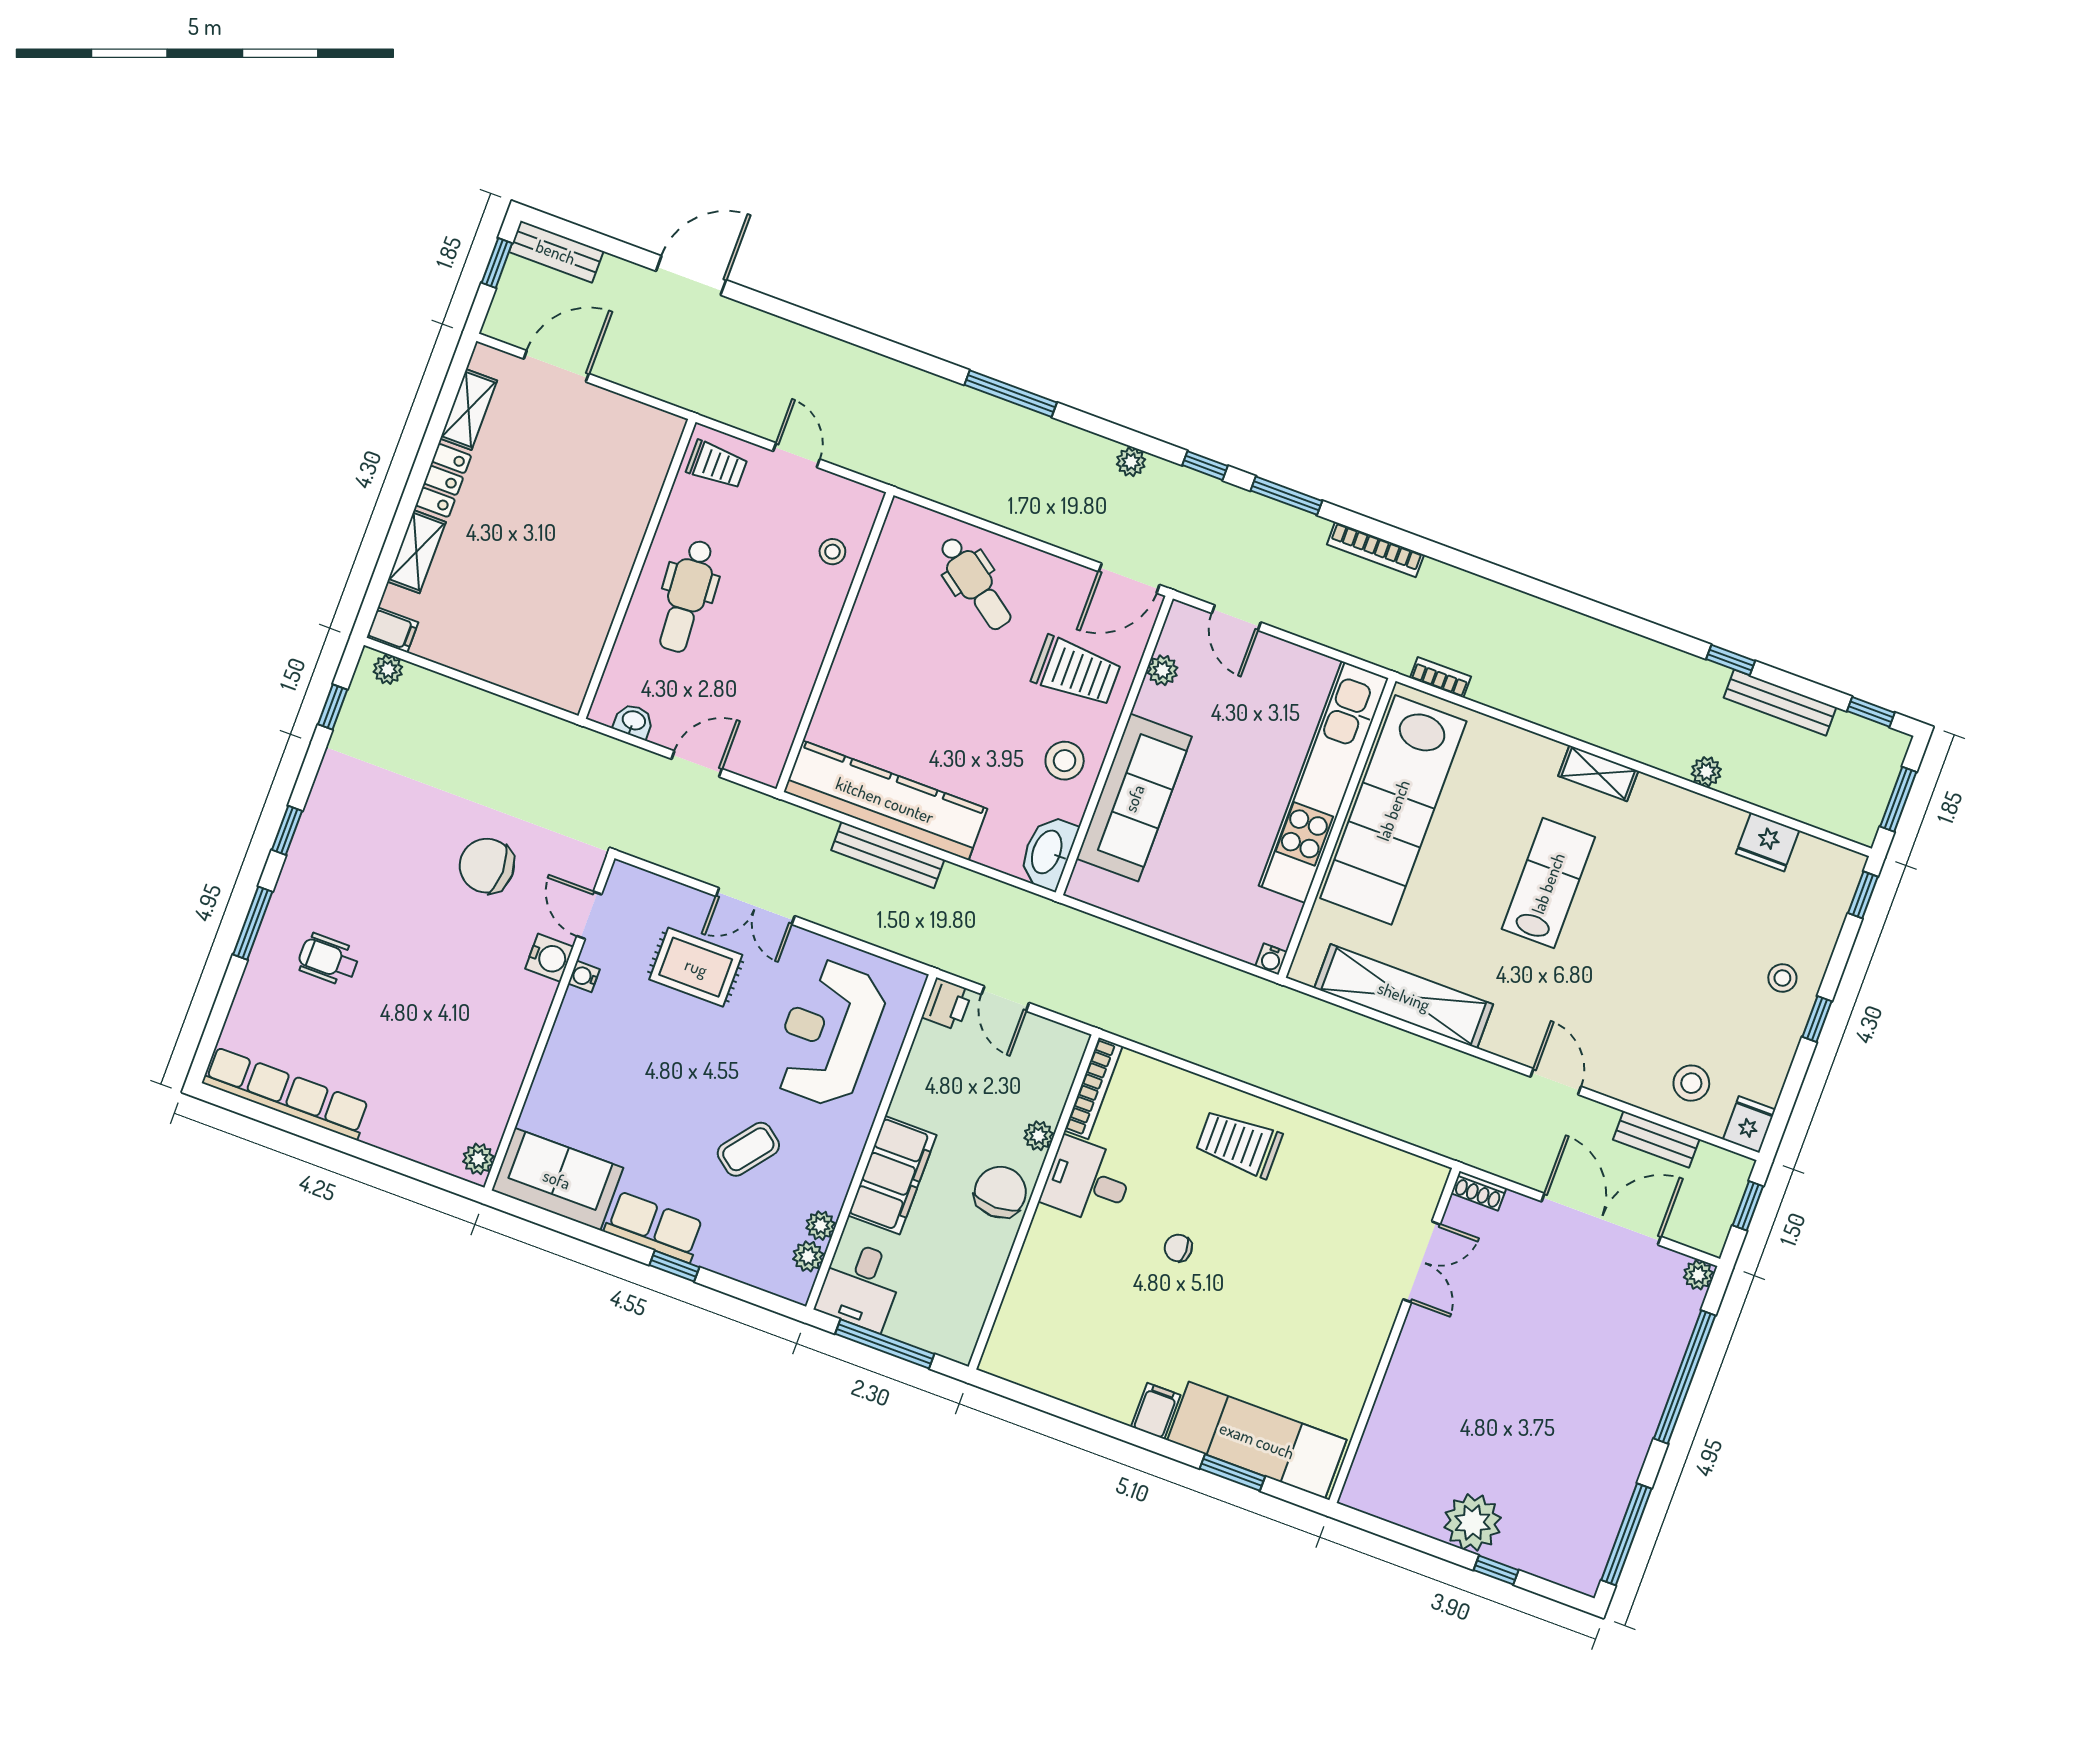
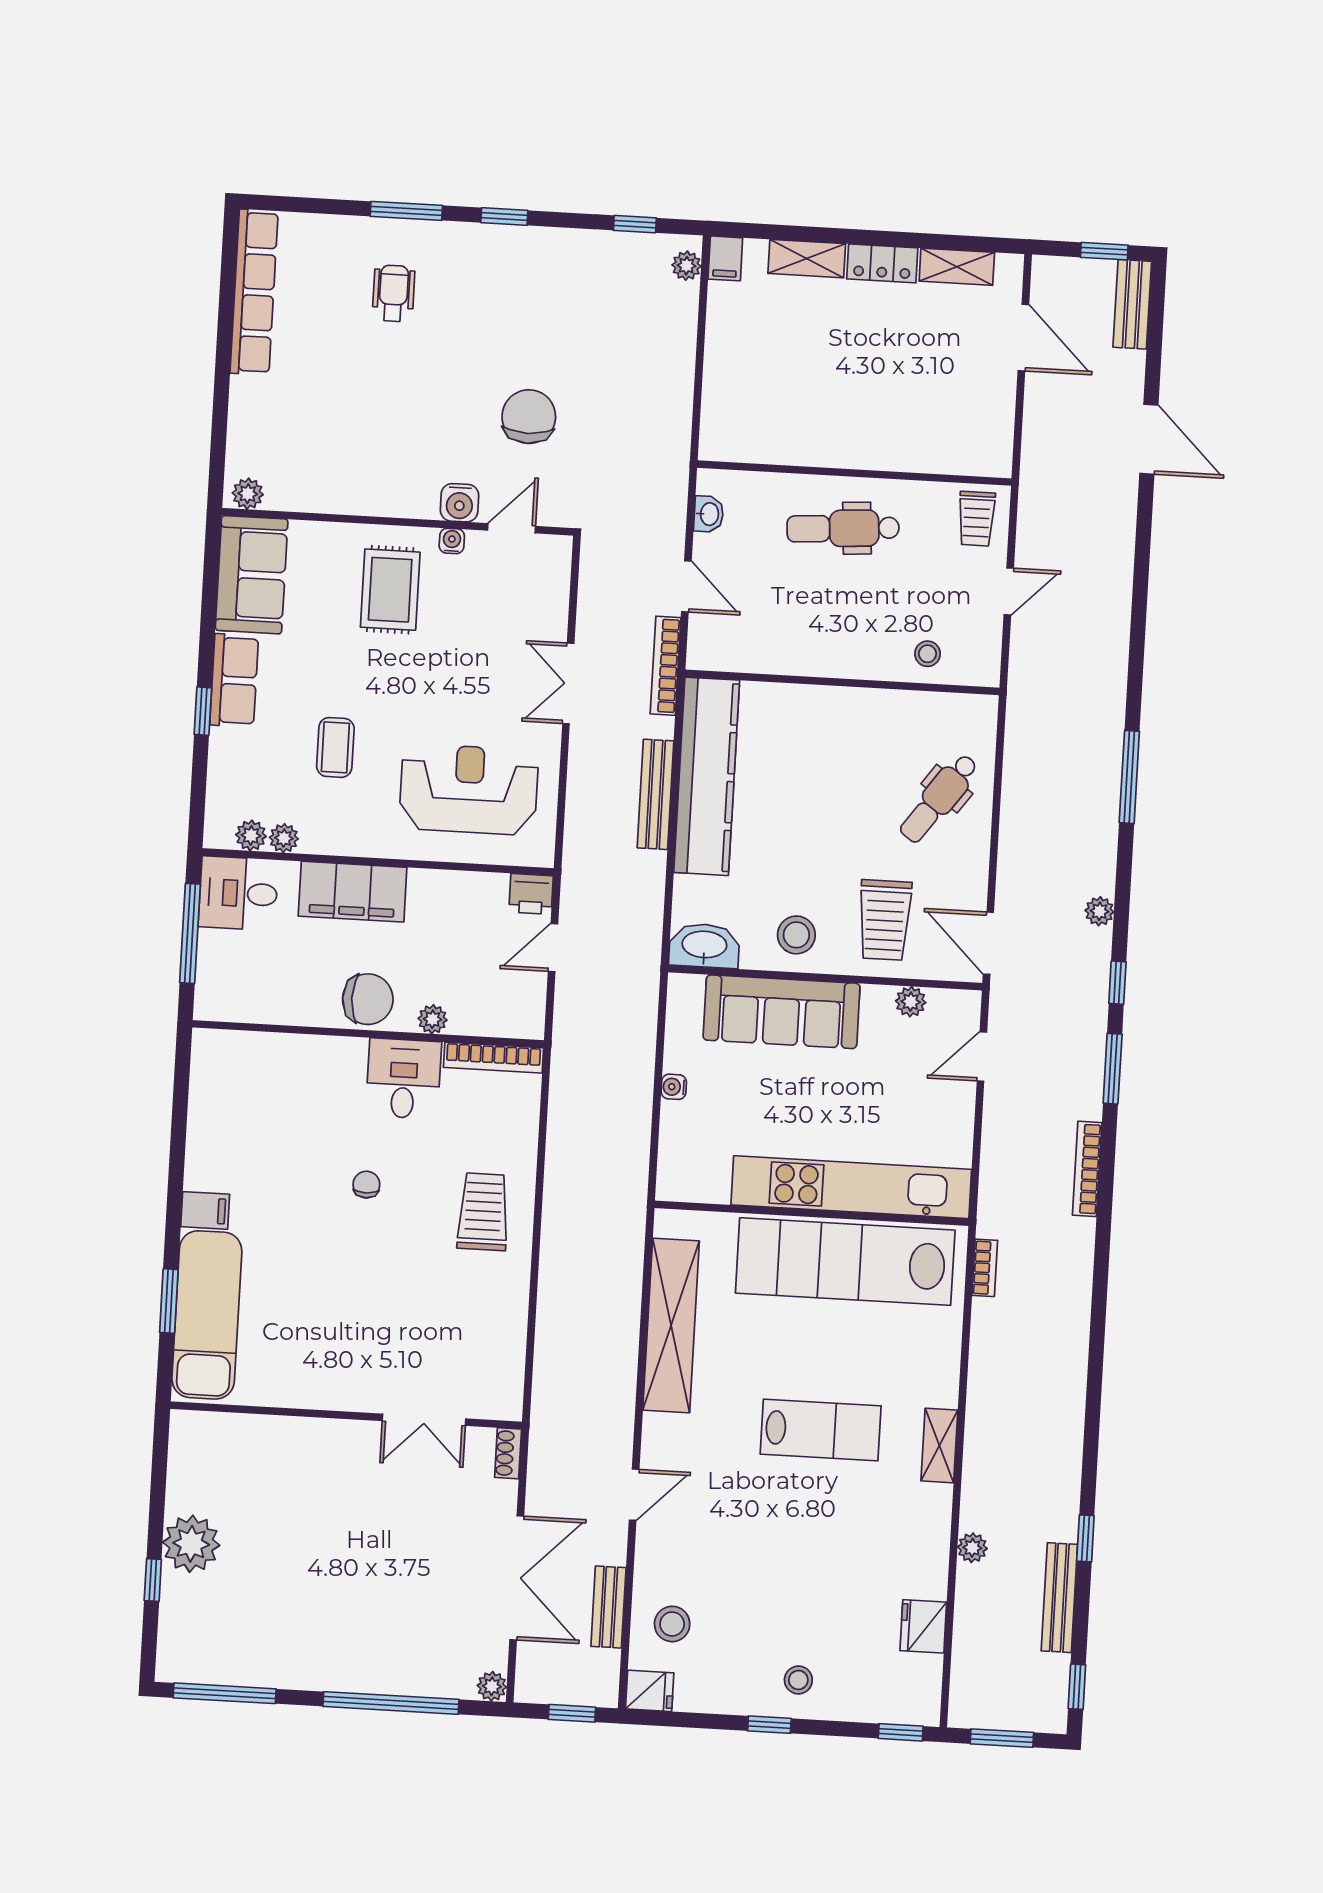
bookcase: (767, 807) -> (666, 666), added
water cooler: (1271, 959) -> (674, 1087), moved
rug: (696, 967) -> (390, 590), moved
coffee table: (748, 1149) -> (335, 747), turned 52

